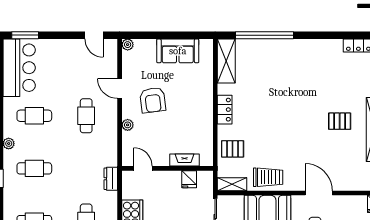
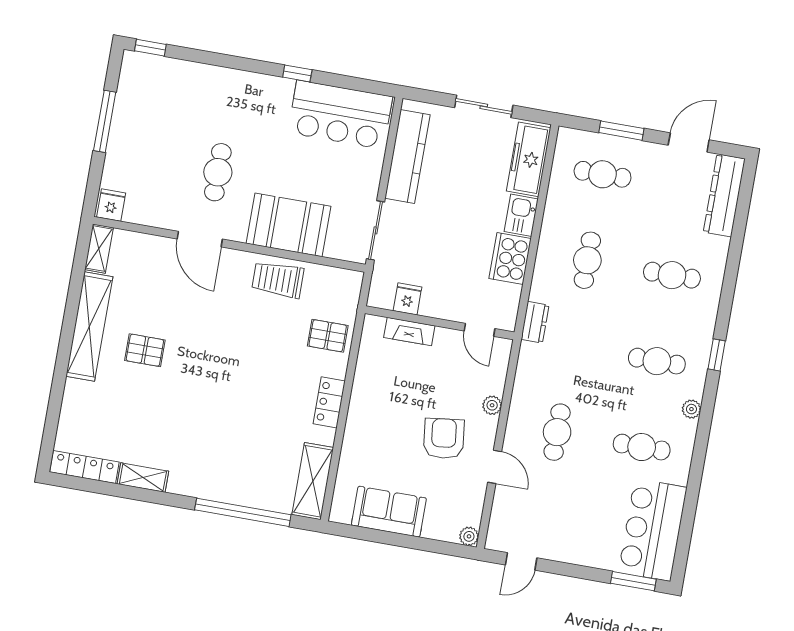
door: (94, 35) -> (521, 561), swing flipped
shelving: (232, 184) -> (143, 478), moved

